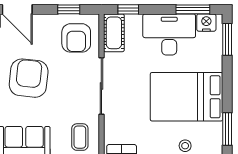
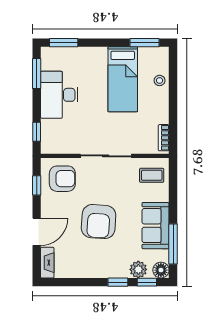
nightstand: (206, 23) -> (49, 61), removed
cot: (114, 33) -> (58, 145), removed
armchair: (29, 78) -> (99, 222), turned -92
bed: (187, 97) -> (123, 79), width x0.67

